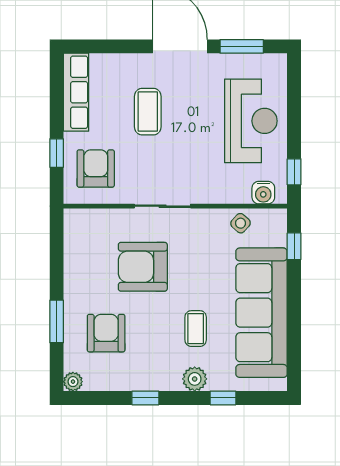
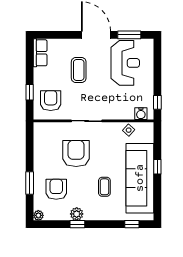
row of seats: (76, 92) -> (40, 53), width x0.68
reception desk: (251, 121) -> (125, 63), moved
window: (294, 246) -> (157, 167), moved
armchair: (143, 267) -> (76, 154), turned 90
plant: (195, 379) -> (77, 214), moved
window: (223, 398) -> (132, 224), moved

